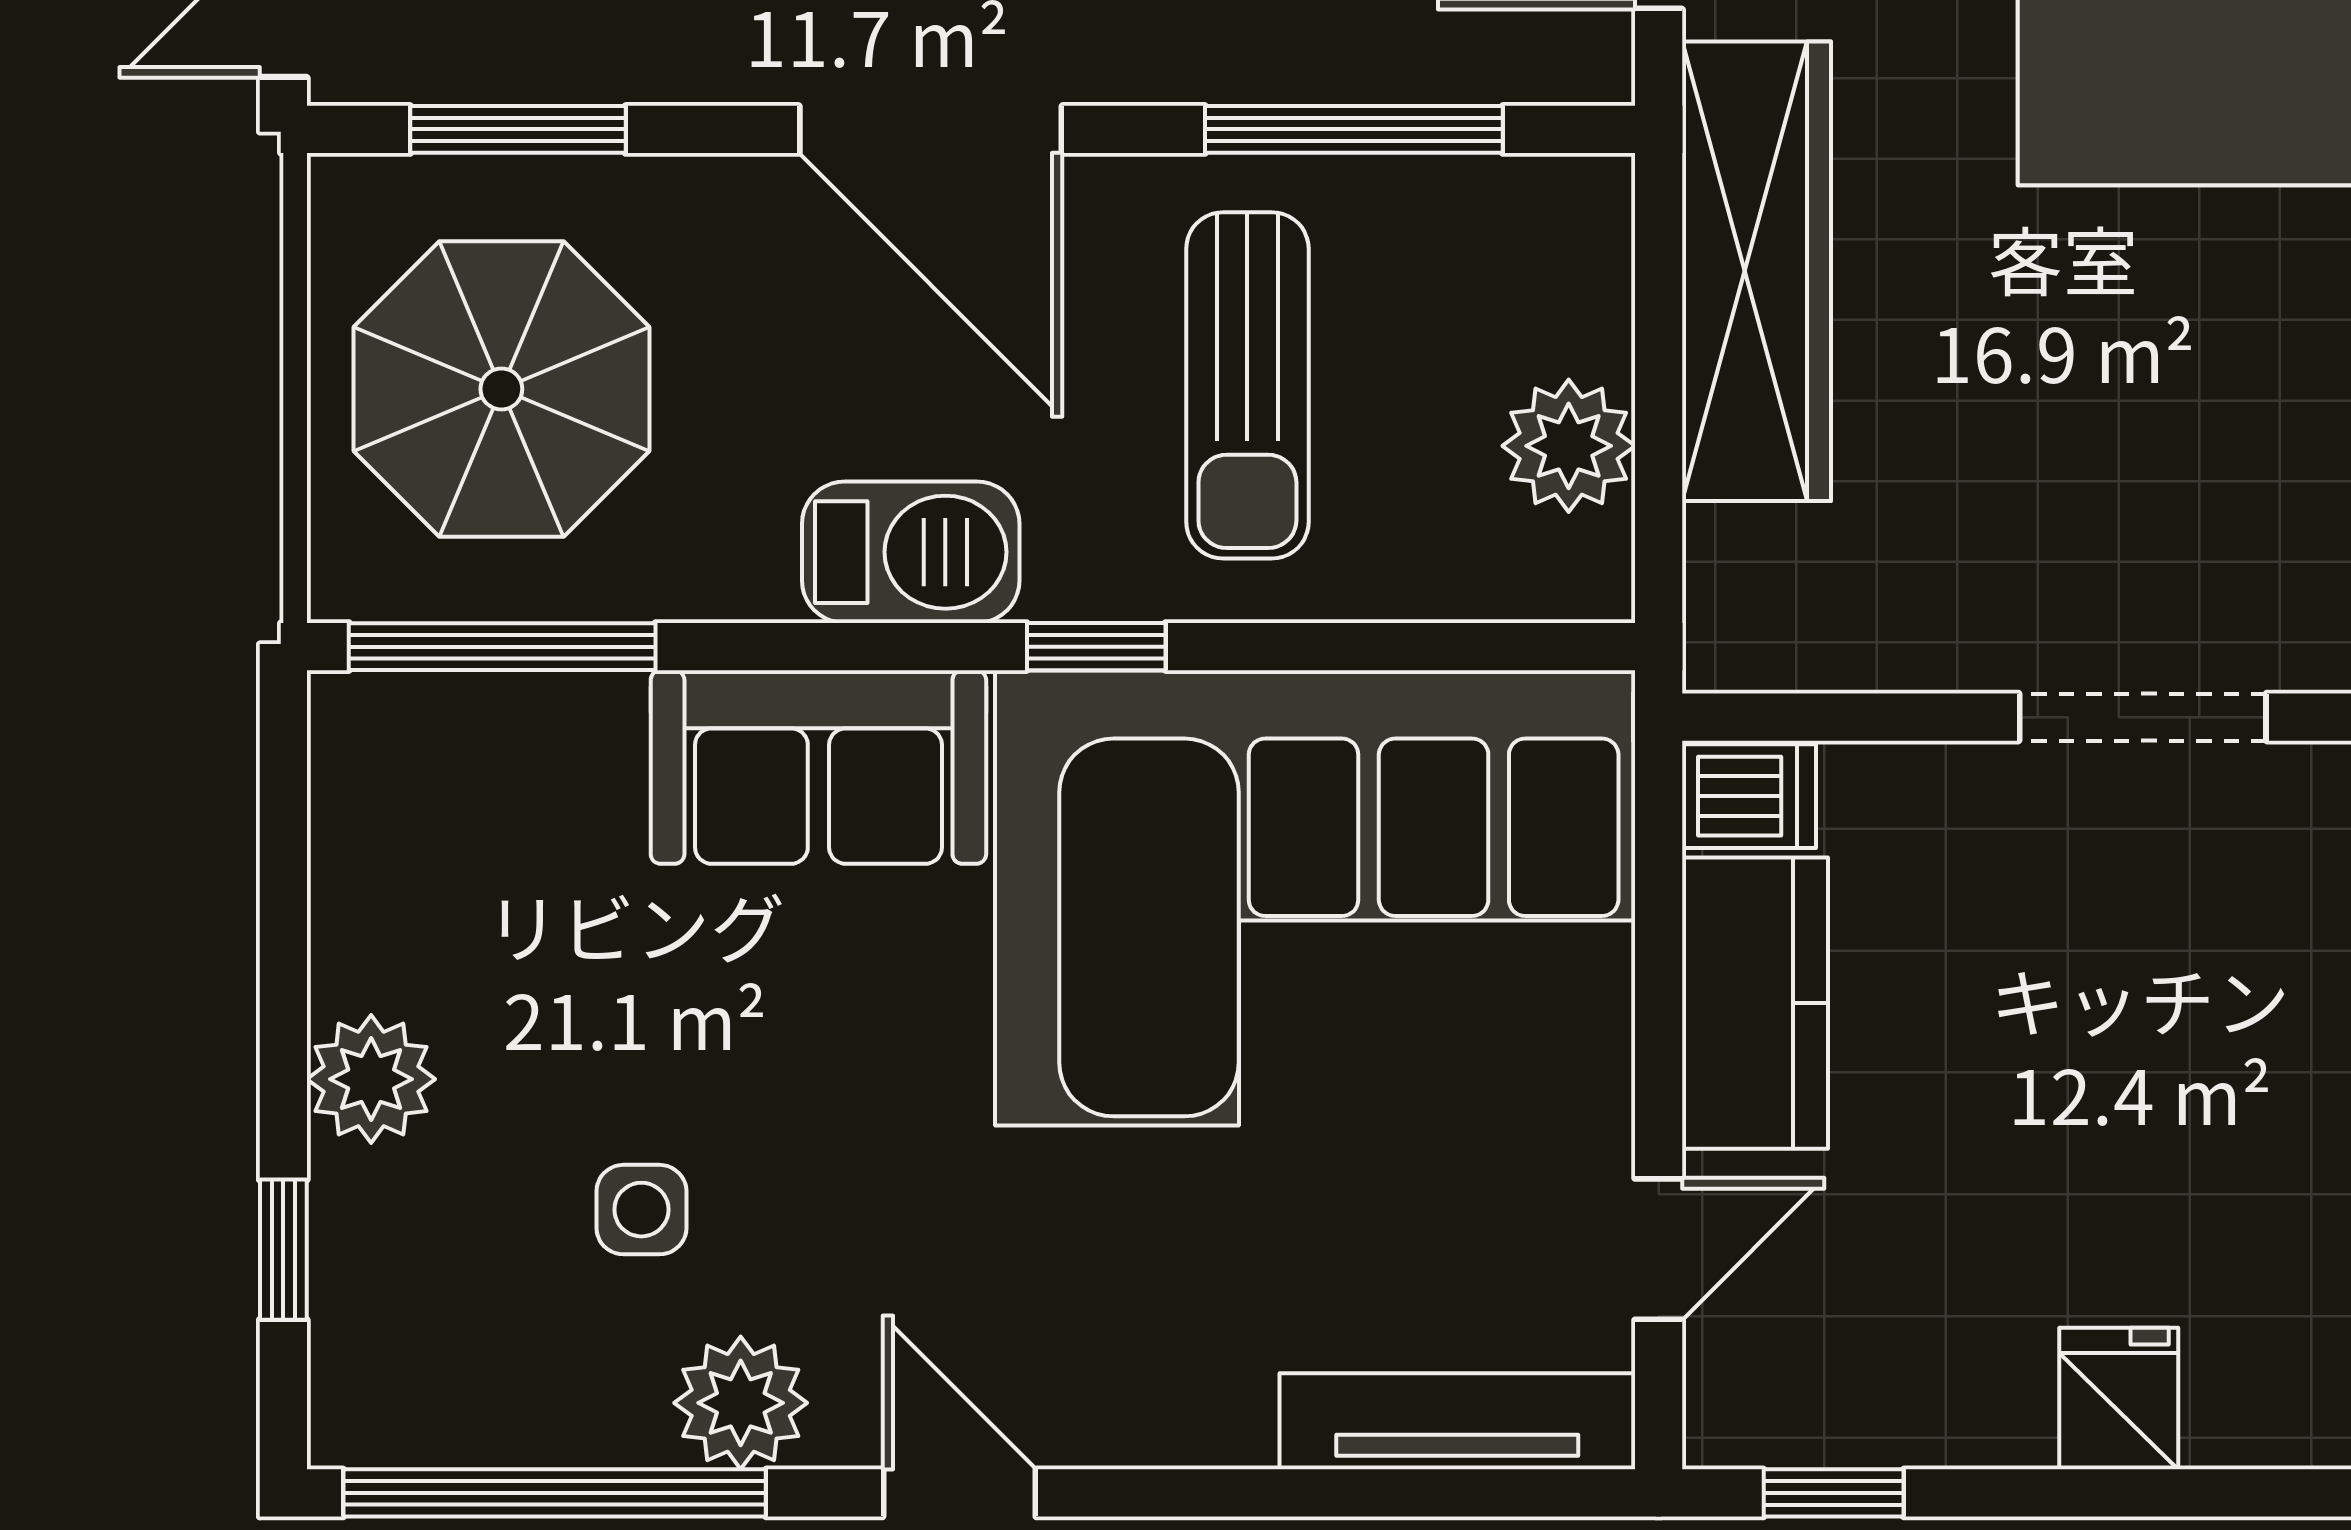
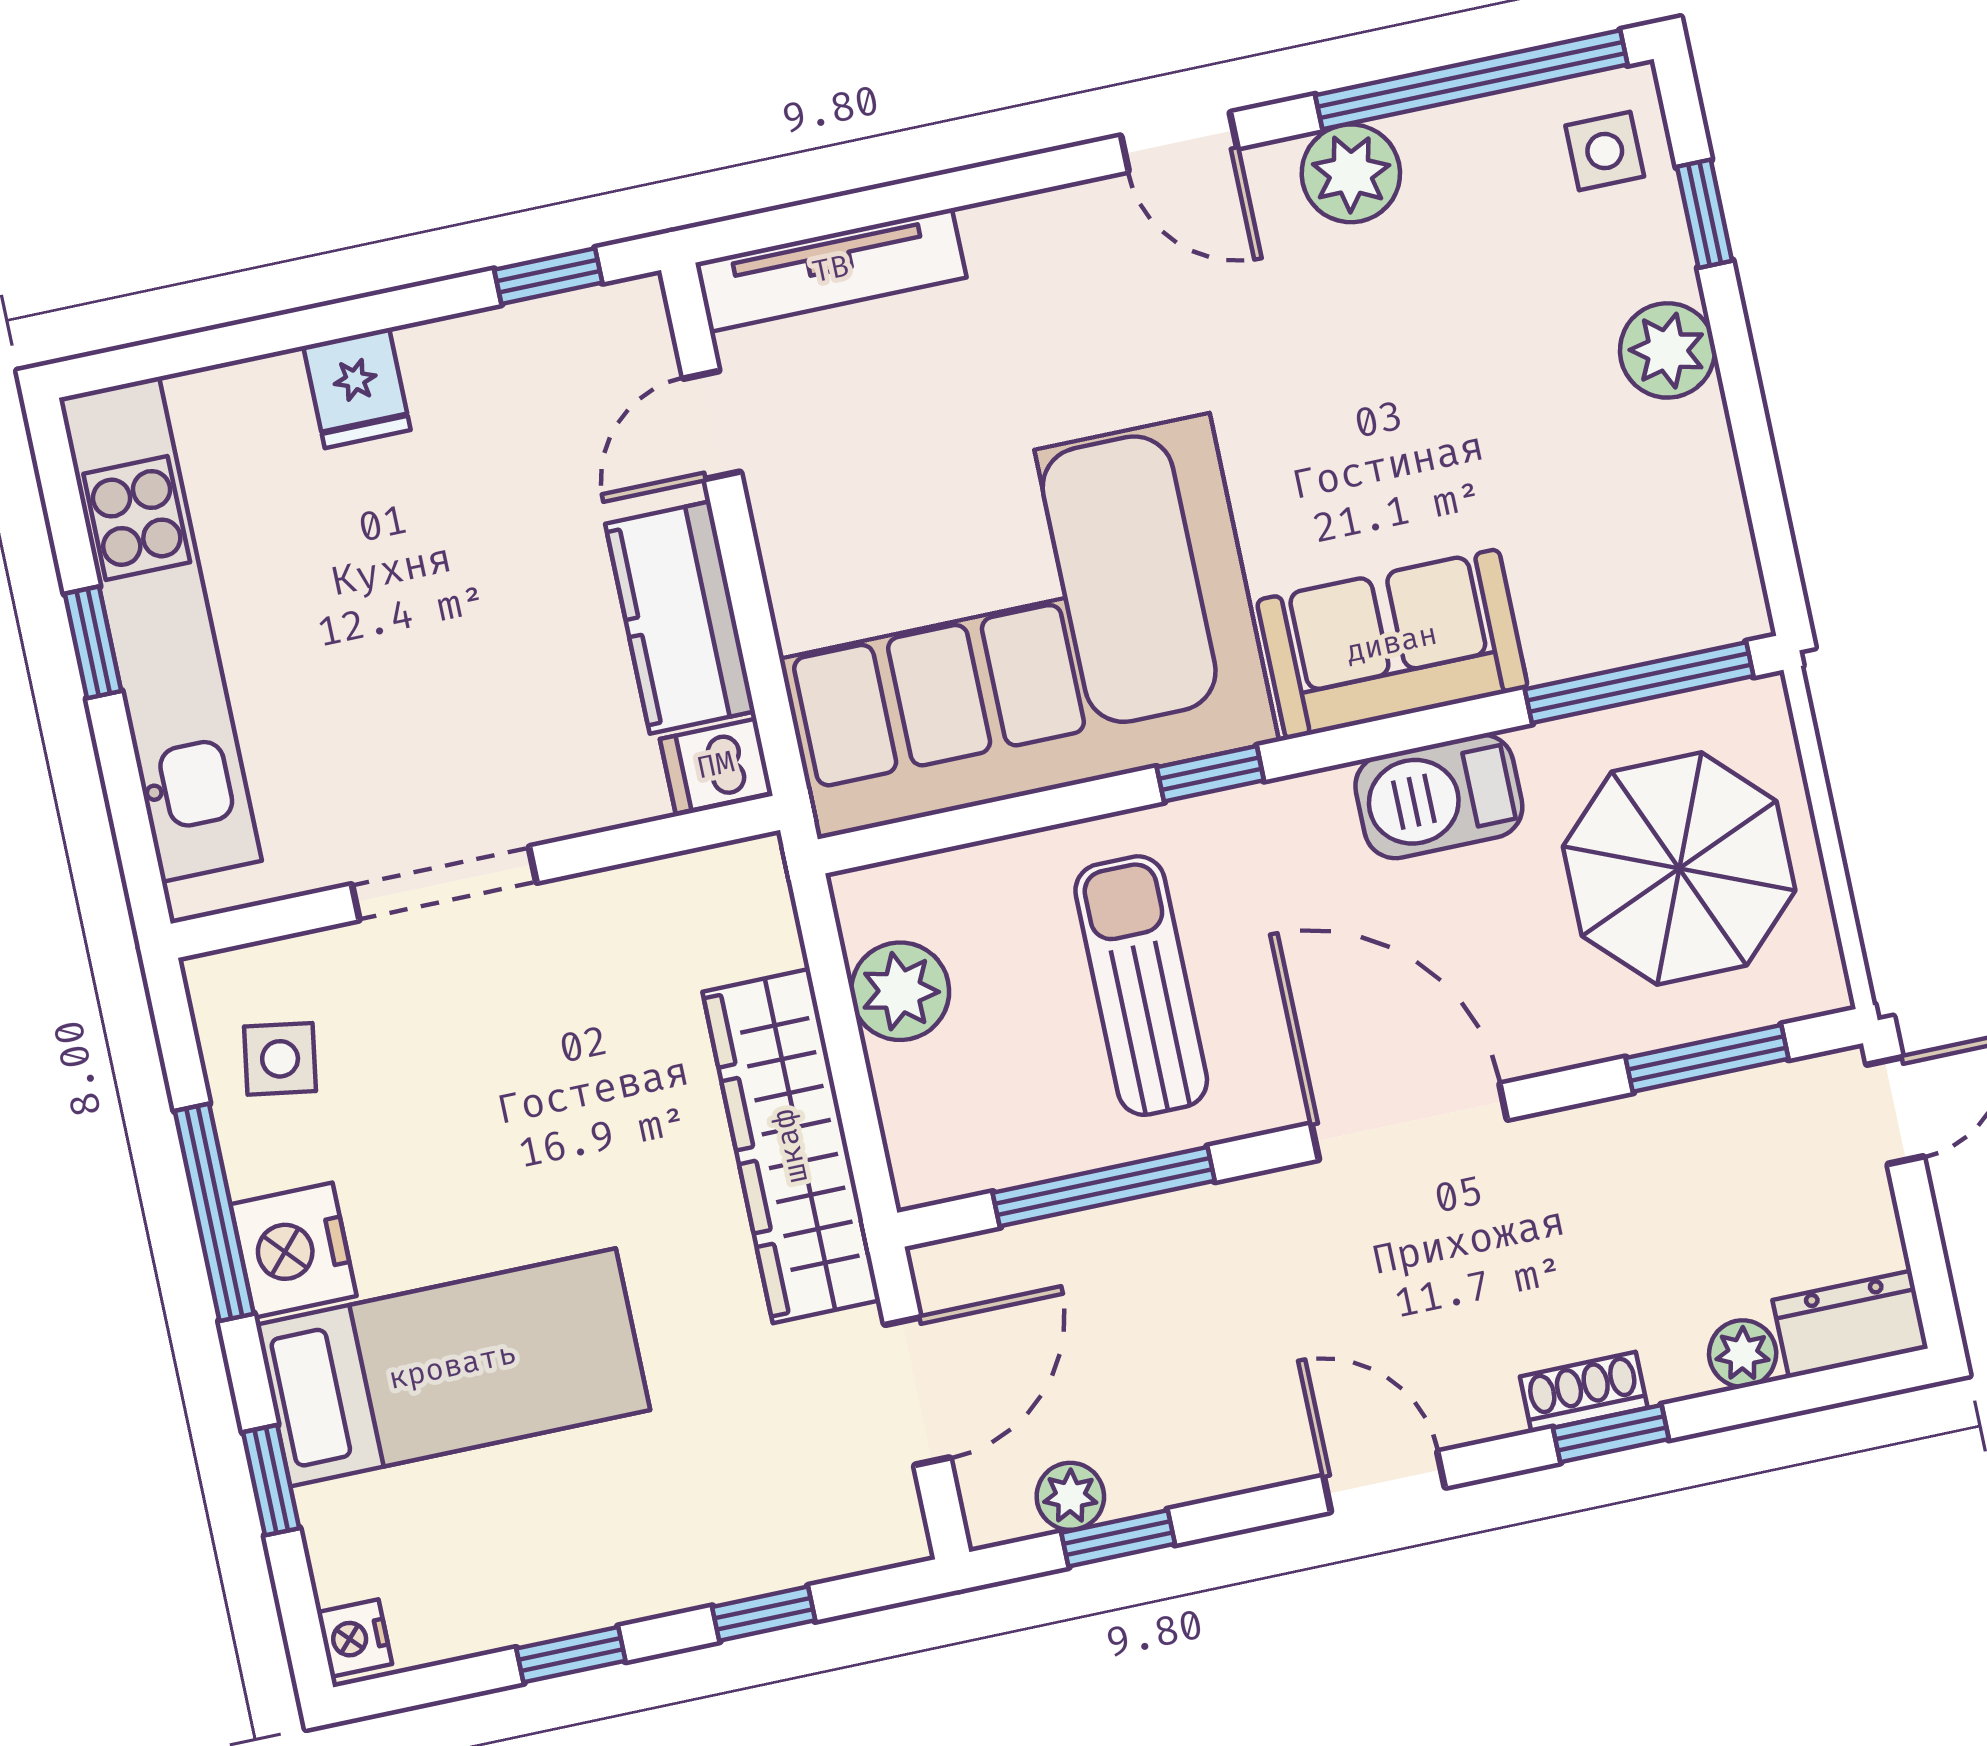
barbecue: (911, 552) -> (1439, 796), moved
side table: (641, 1210) -> (1605, 151), moved

